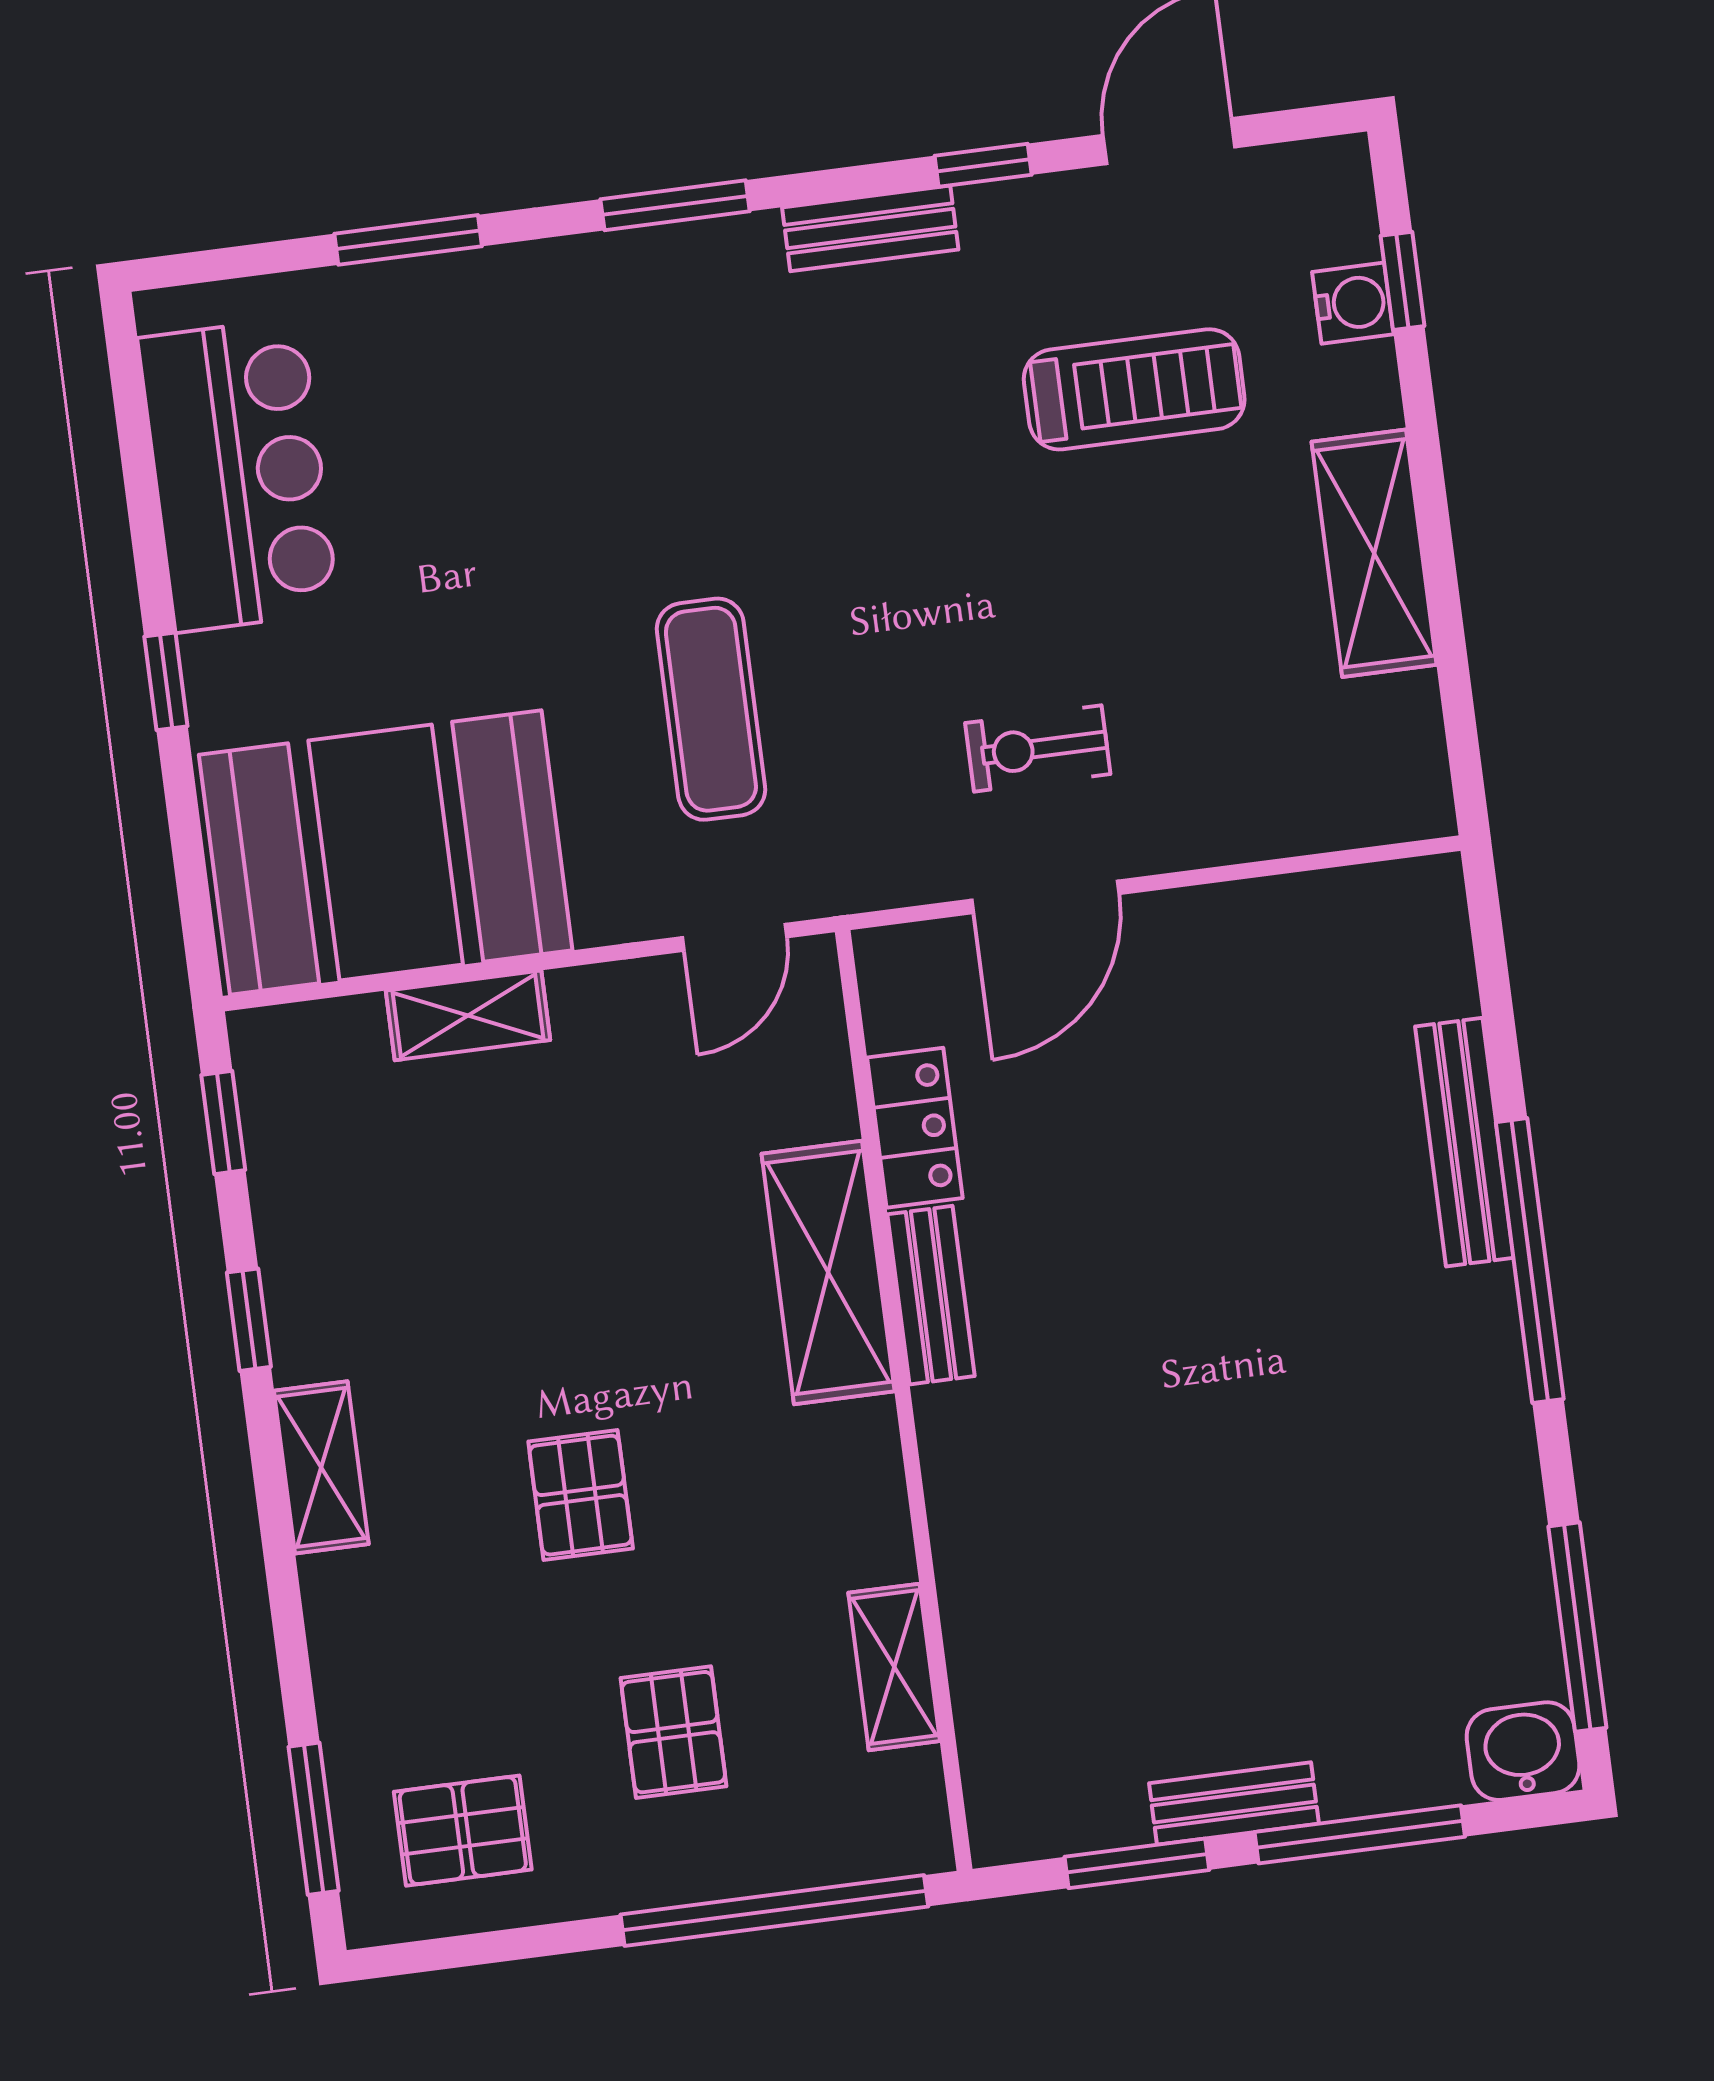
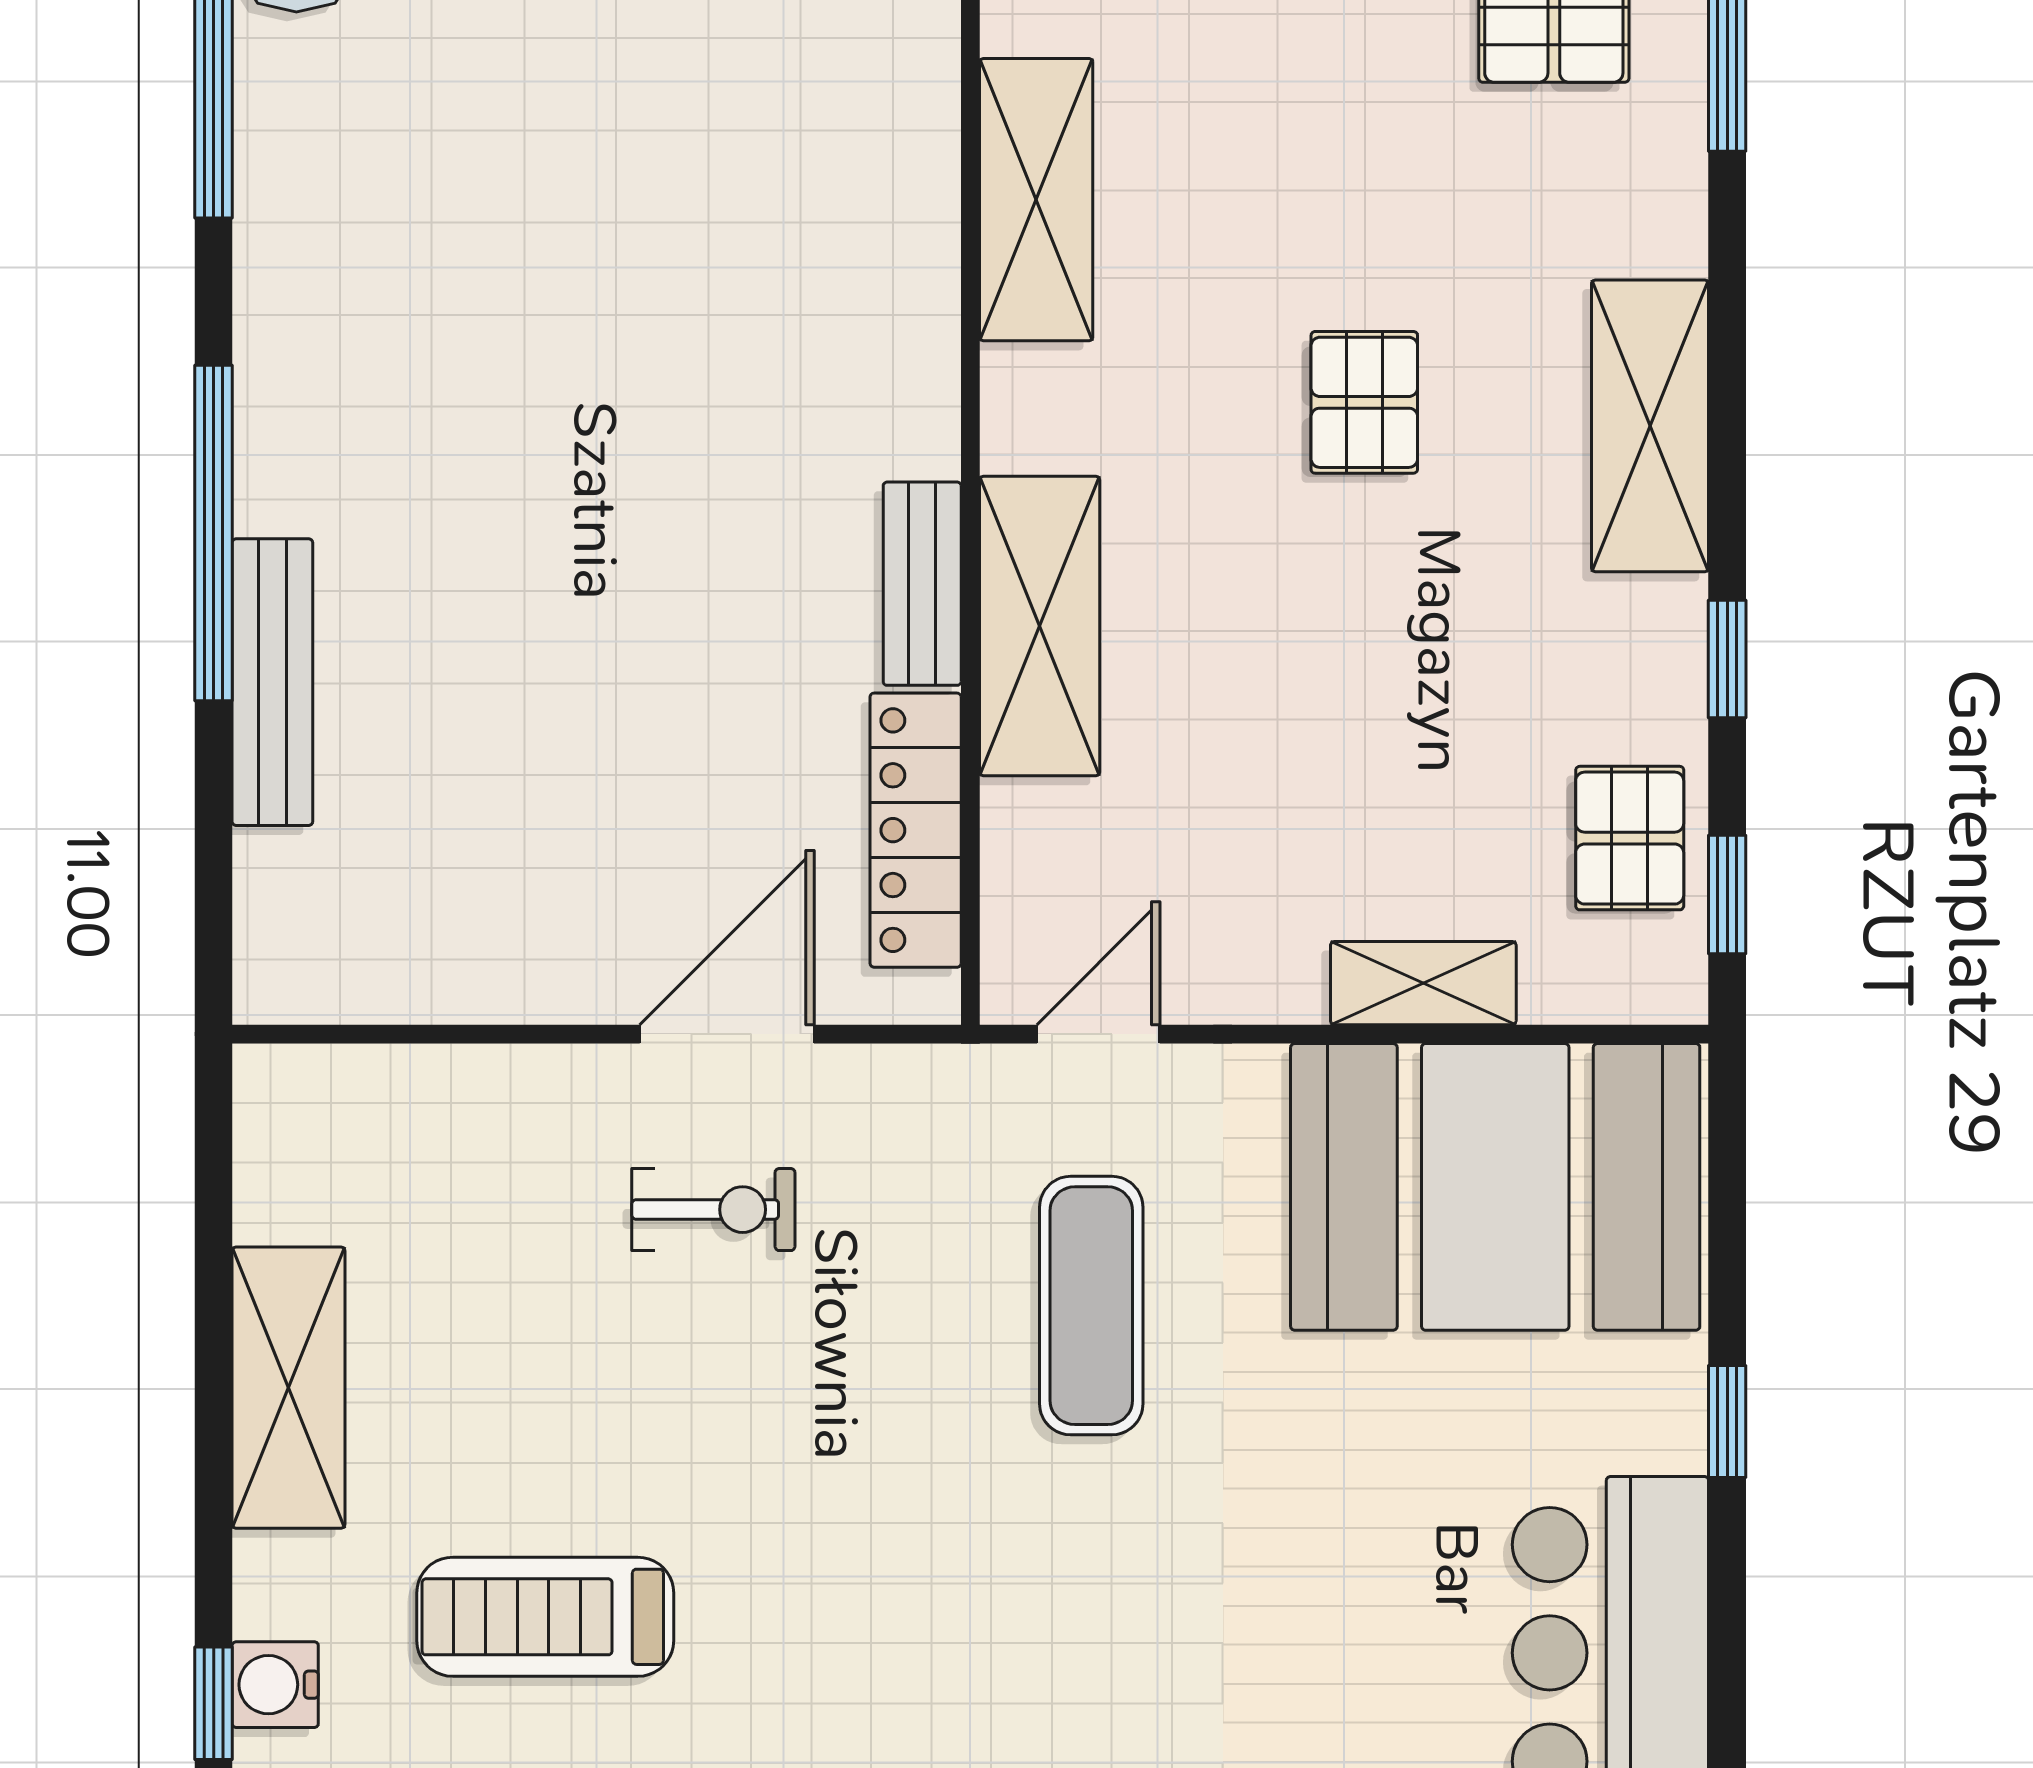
locker: (915, 1128) -> (916, 830), width x1.53
shelving: (321, 1467) -> (1650, 426), width x1.50, depth x1.33
shelving: (894, 1667) -> (1036, 200), width x1.50, depth x1.33
pallet: (673, 1732) -> (1630, 838), moved

